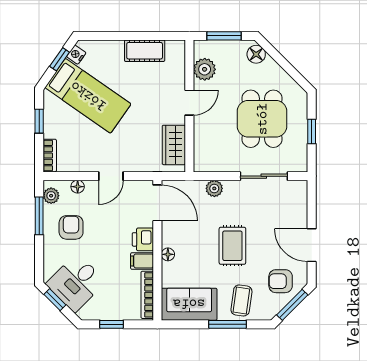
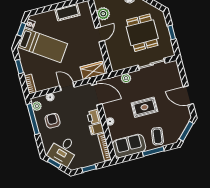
wardrobe: (174, 145) -> (93, 70), moved, turned 90
door: (111, 176) -> (67, 86), swing flipped
window: (39, 216) -> (33, 119), width x1.44
rug: (232, 246) -> (144, 107), turned 90
armchair: (281, 281) -> (176, 120), removed

